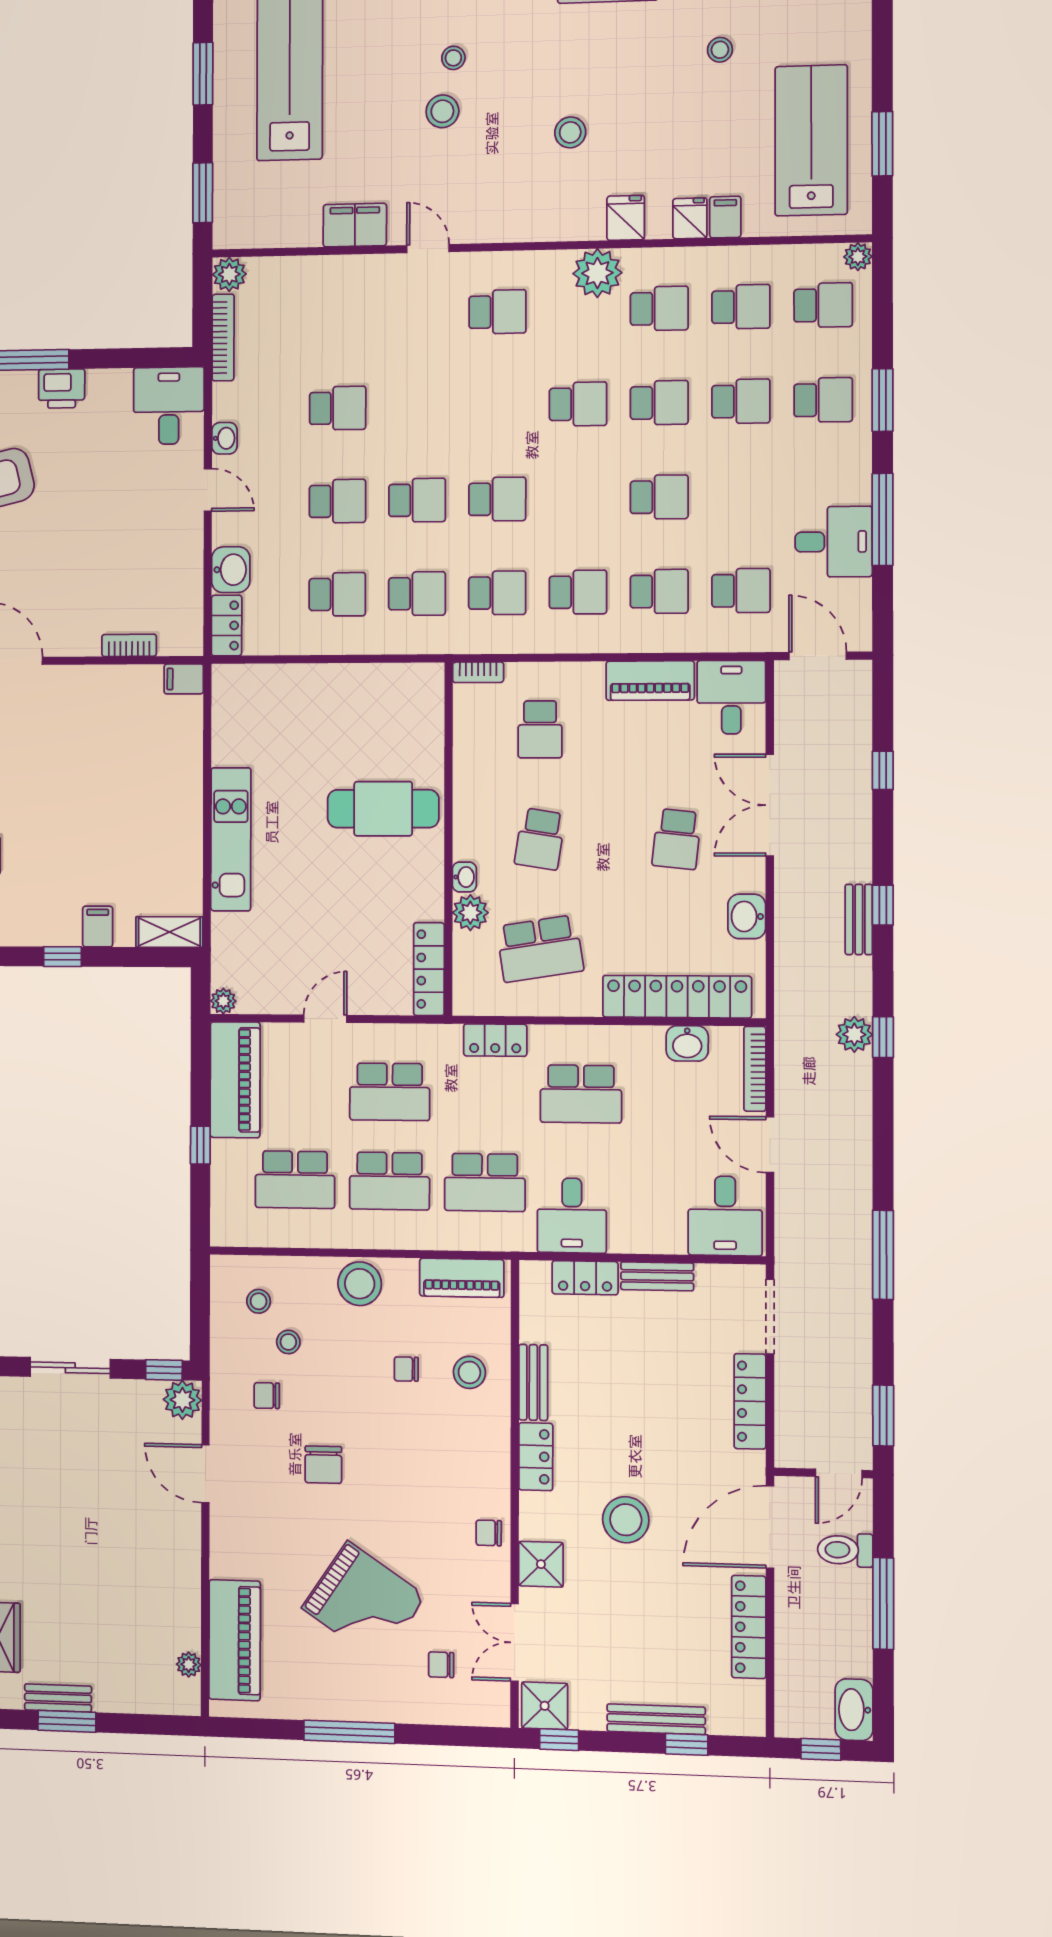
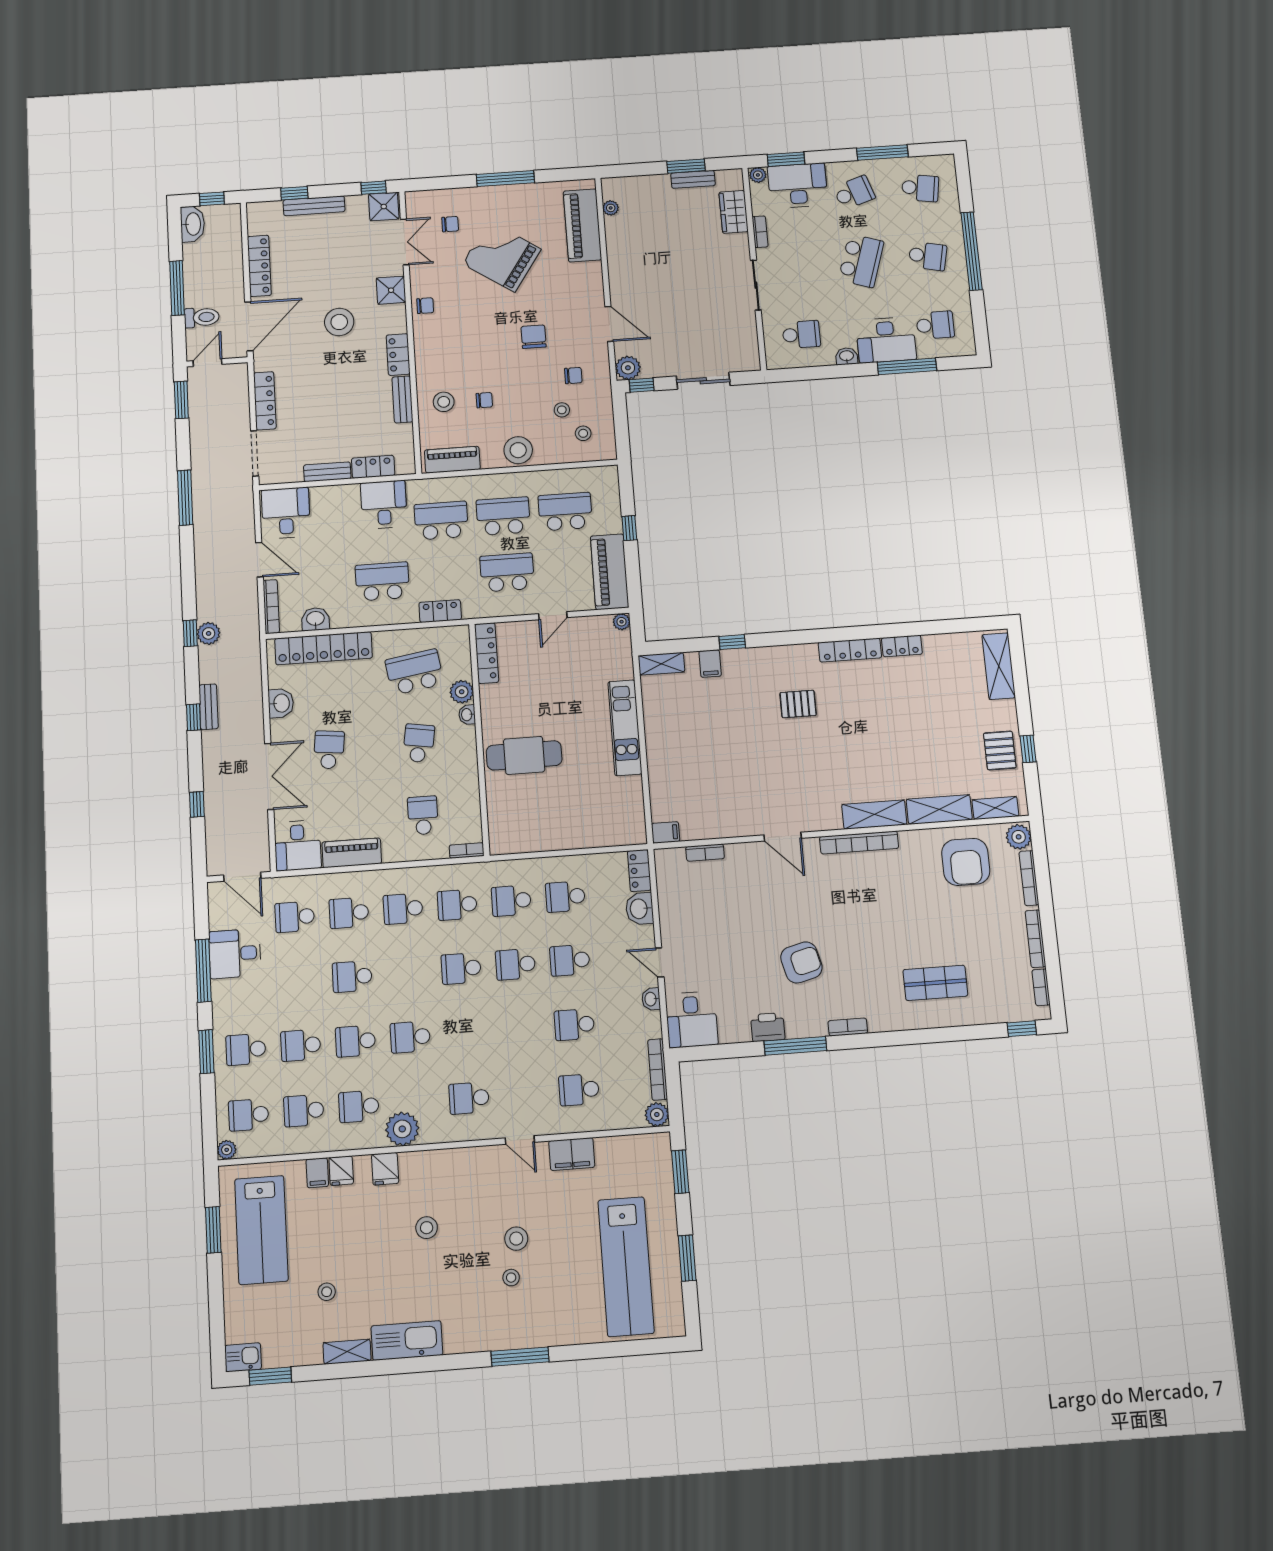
school desk: (338, 315) -> (579, 1090), added

